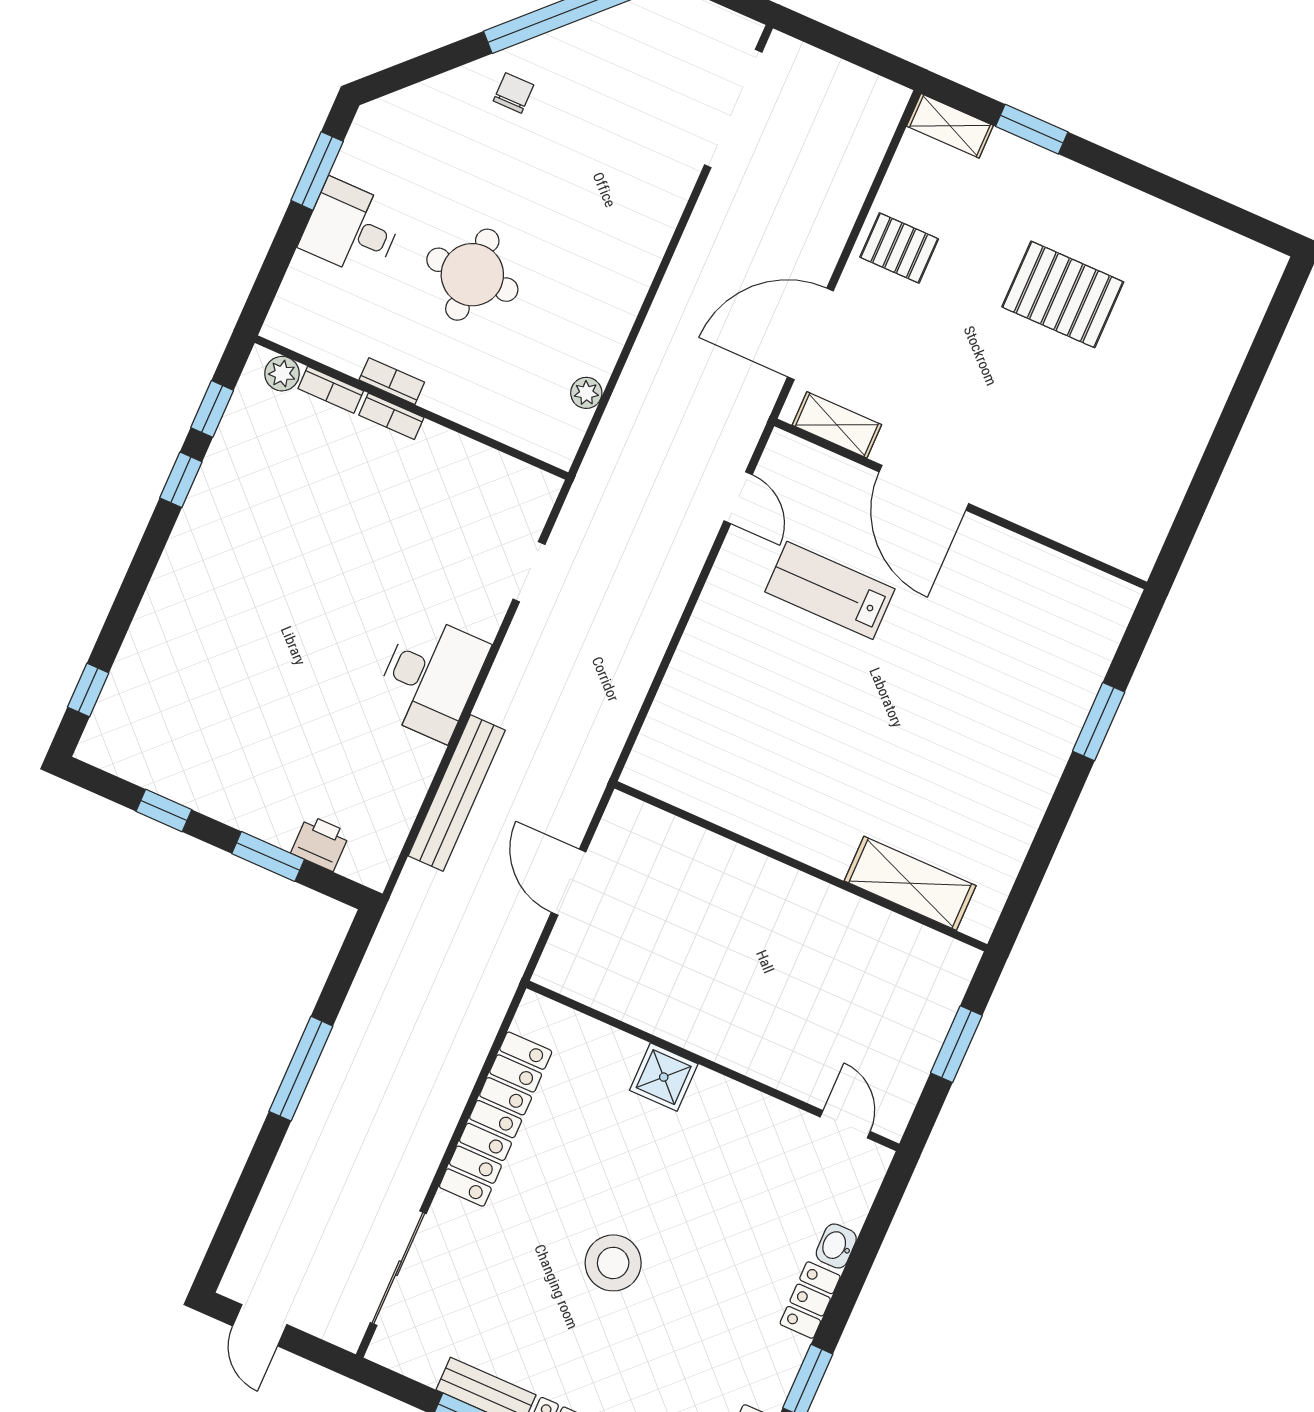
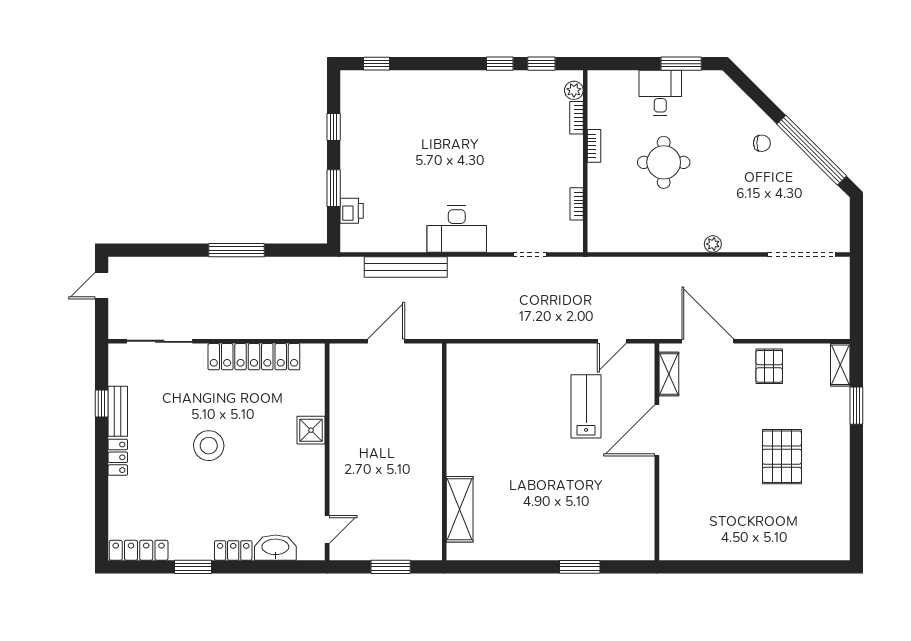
plant: (586, 393) -> (713, 244), moved
bookcase: (391, 416) -> (577, 204), moved
washbasin: (836, 1246) -> (275, 548), width x1.91, depth x1.45

